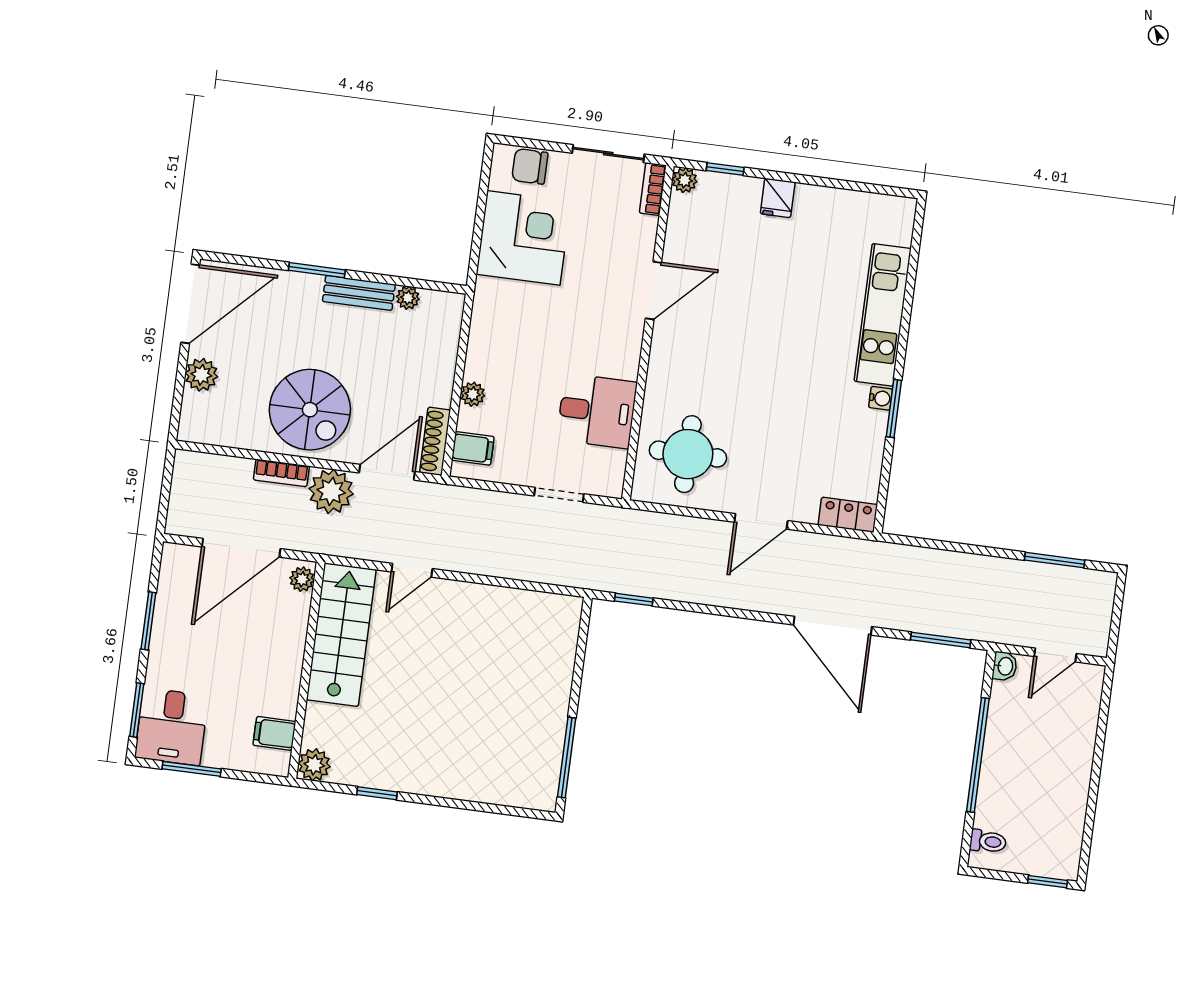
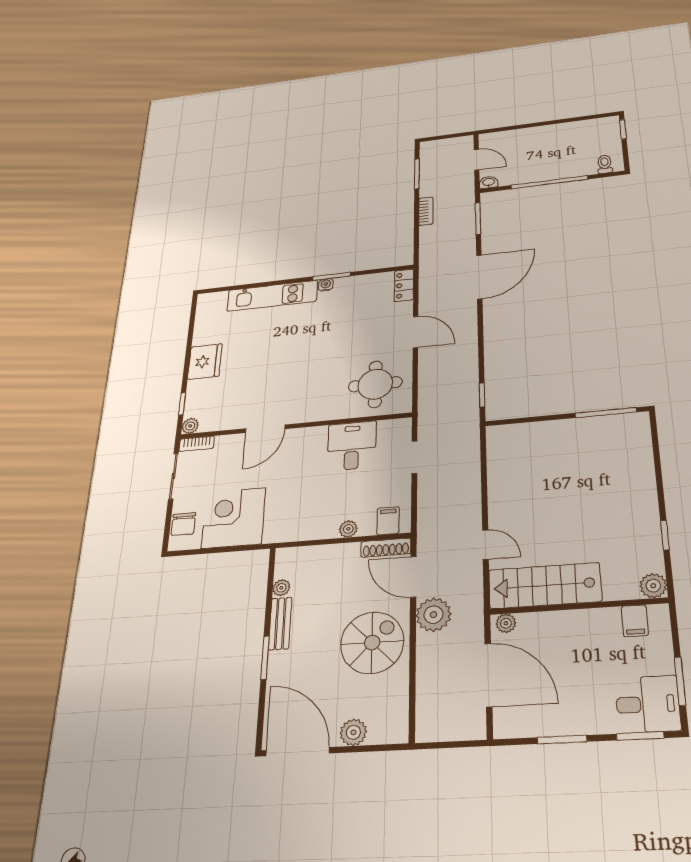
fridge: (778, 198) -> (205, 362), width x1.88, depth x1.34
door: (653, 290) -> (265, 429), swing flipped
bookcase: (281, 473) -> (426, 211), moved

